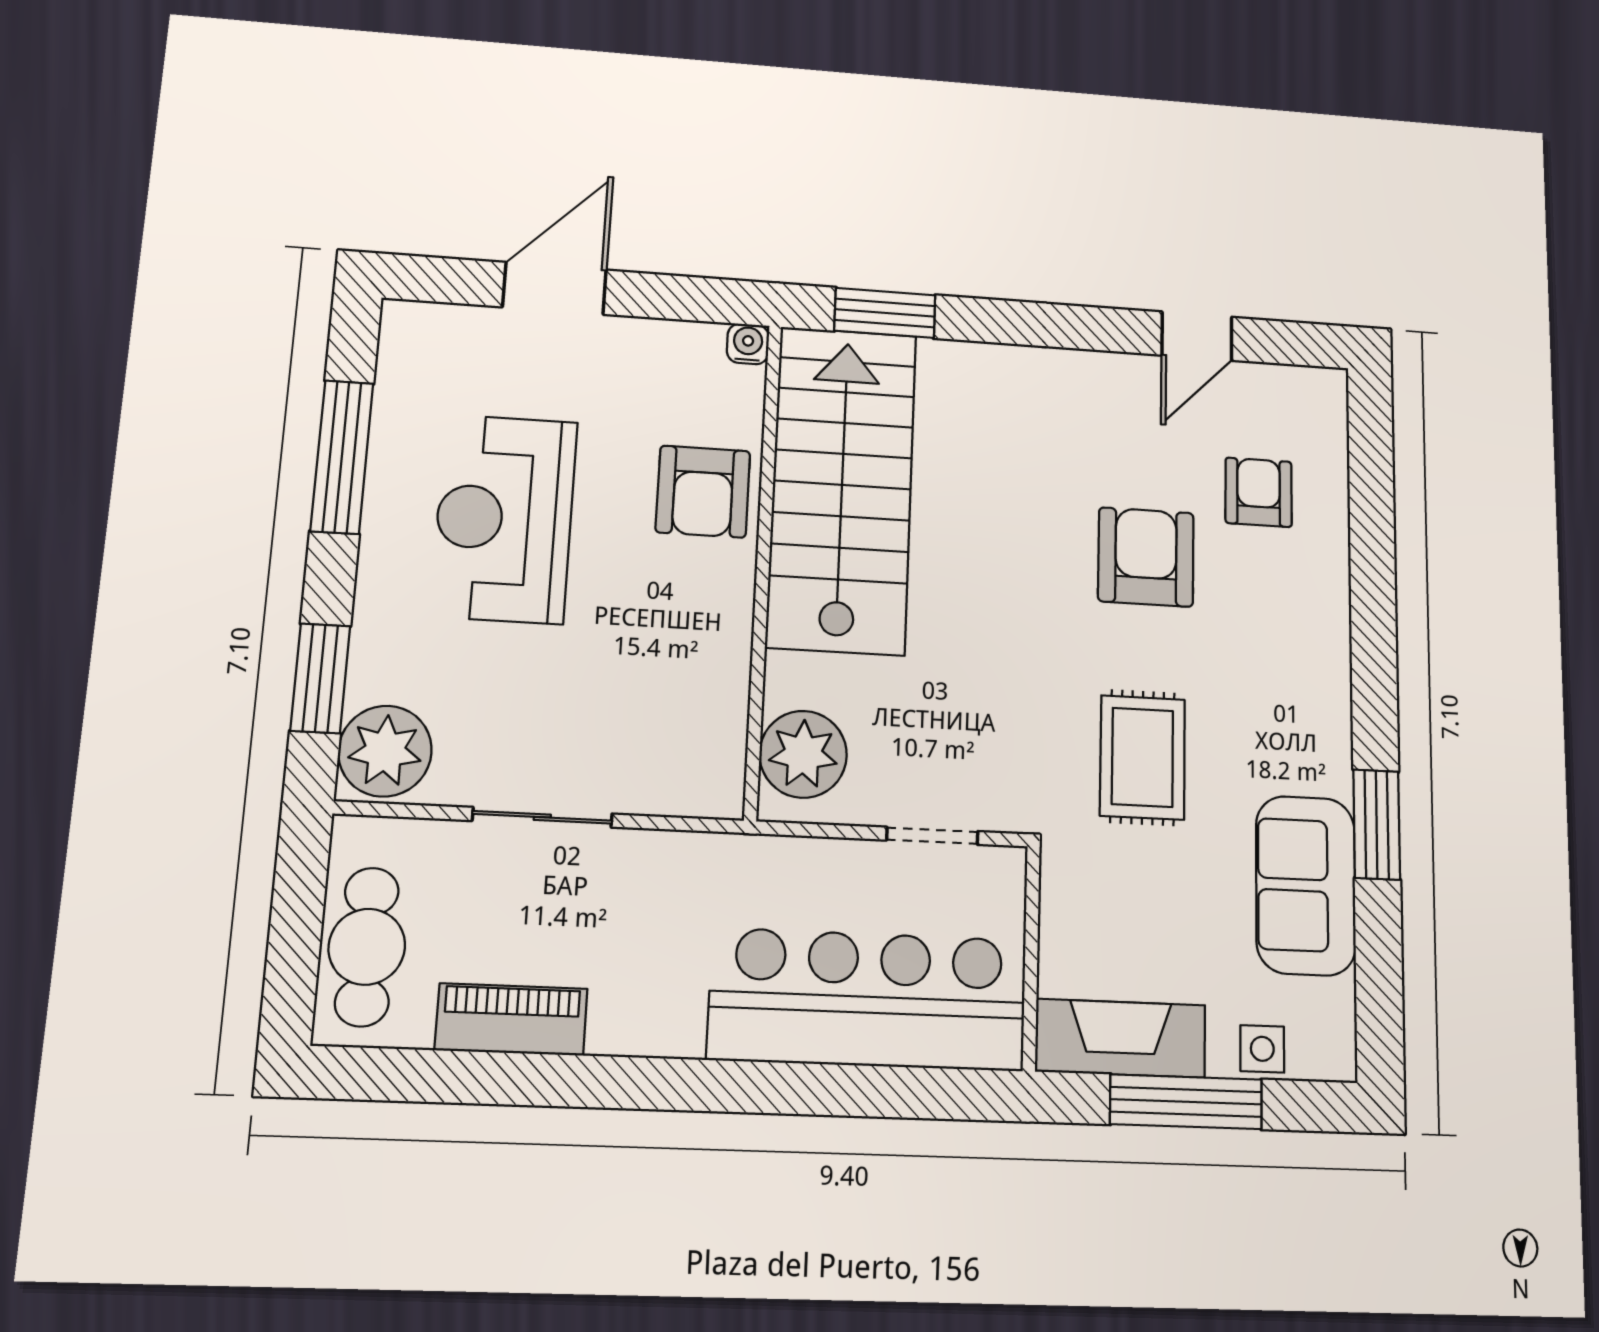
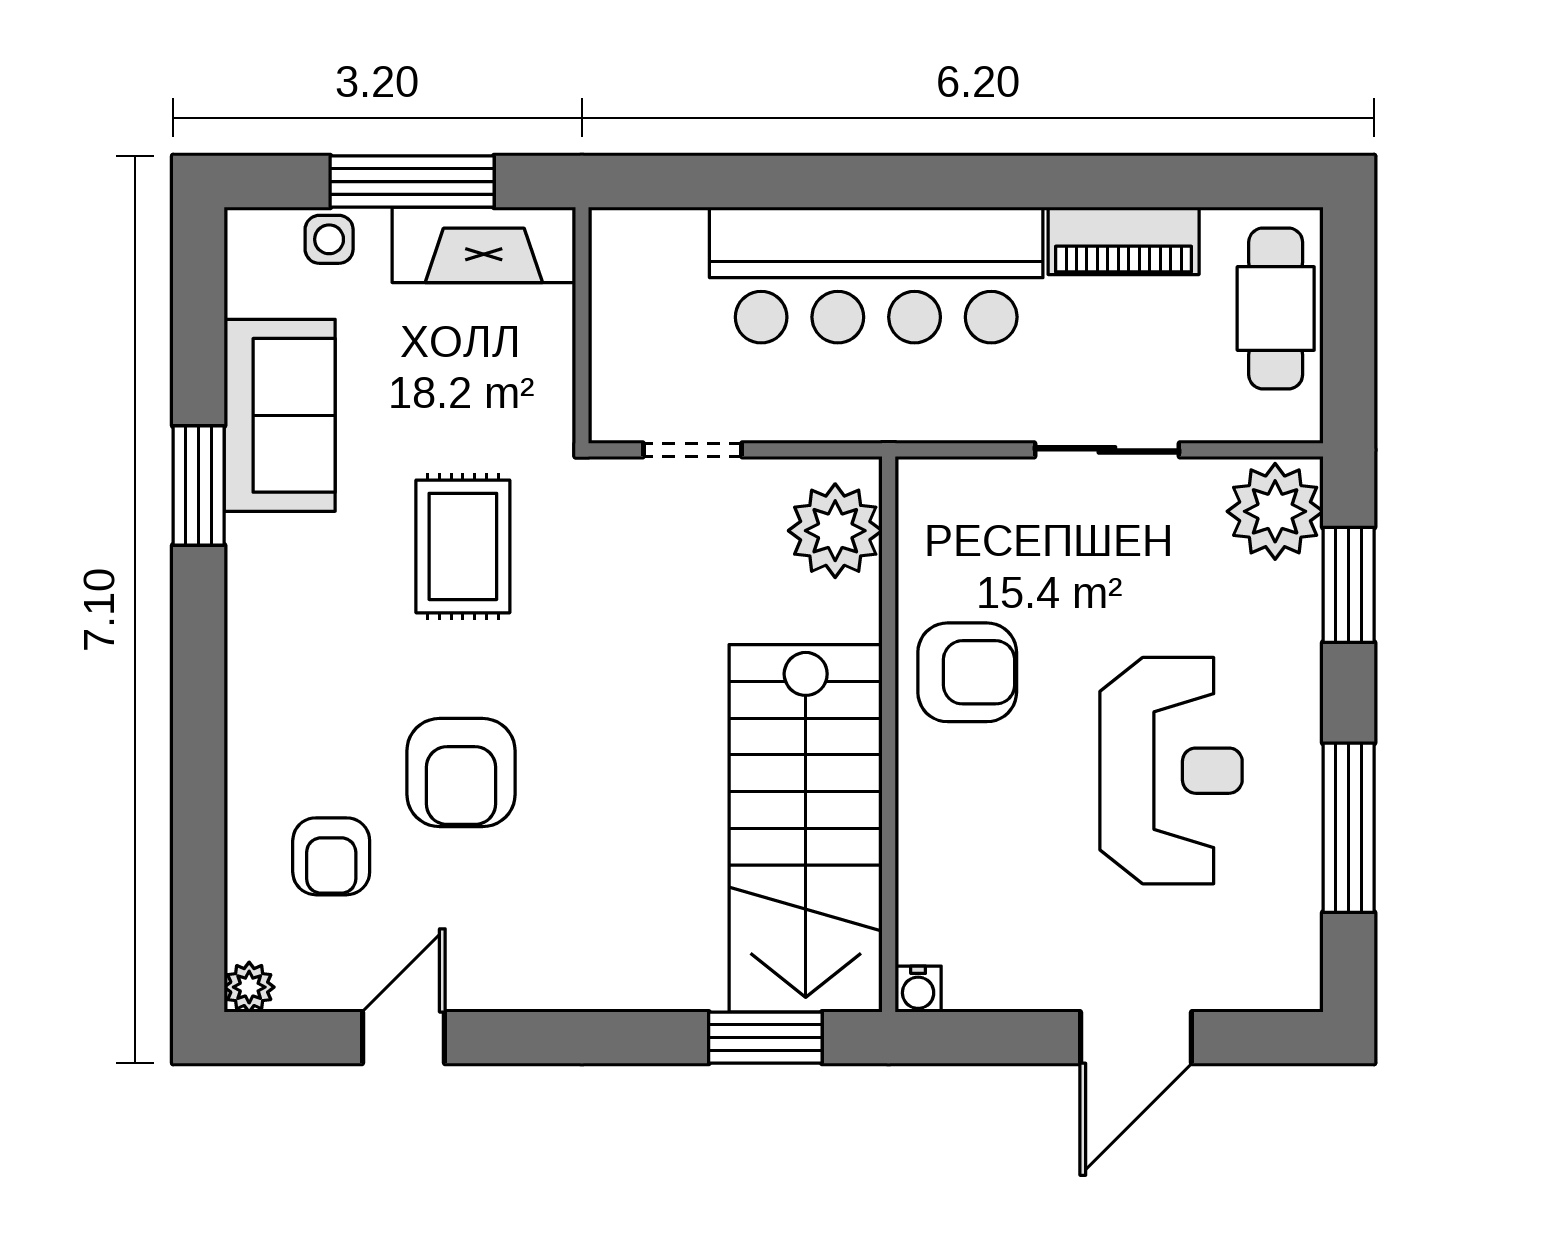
plant: (1327, 387) -> (249, 987), added
armchair: (703, 492) -> (967, 672), moved, turned 90
bar counter: (868, 999) -> (876, 275), moved

